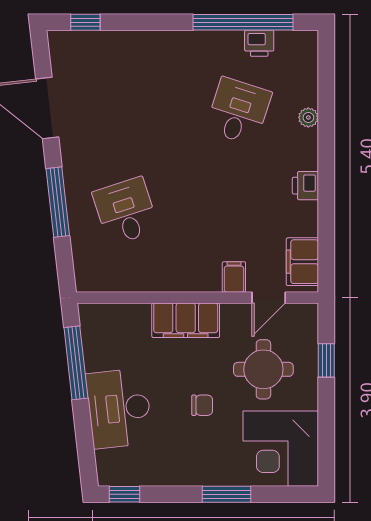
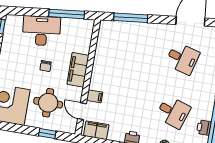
window: (58, 202) -> (131, 18), moved
desk: (126, 211) -> (182, 58), moved, turned 33
chair: (202, 405) -> (46, 66), moved

